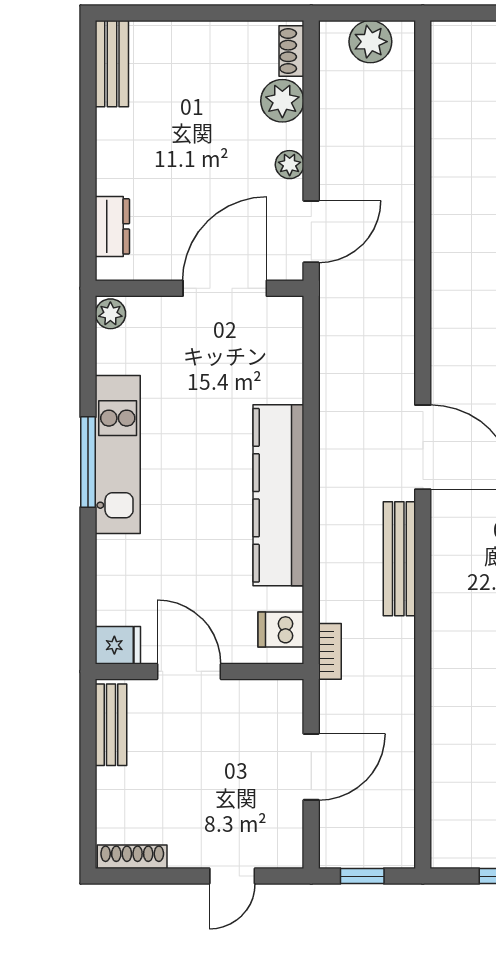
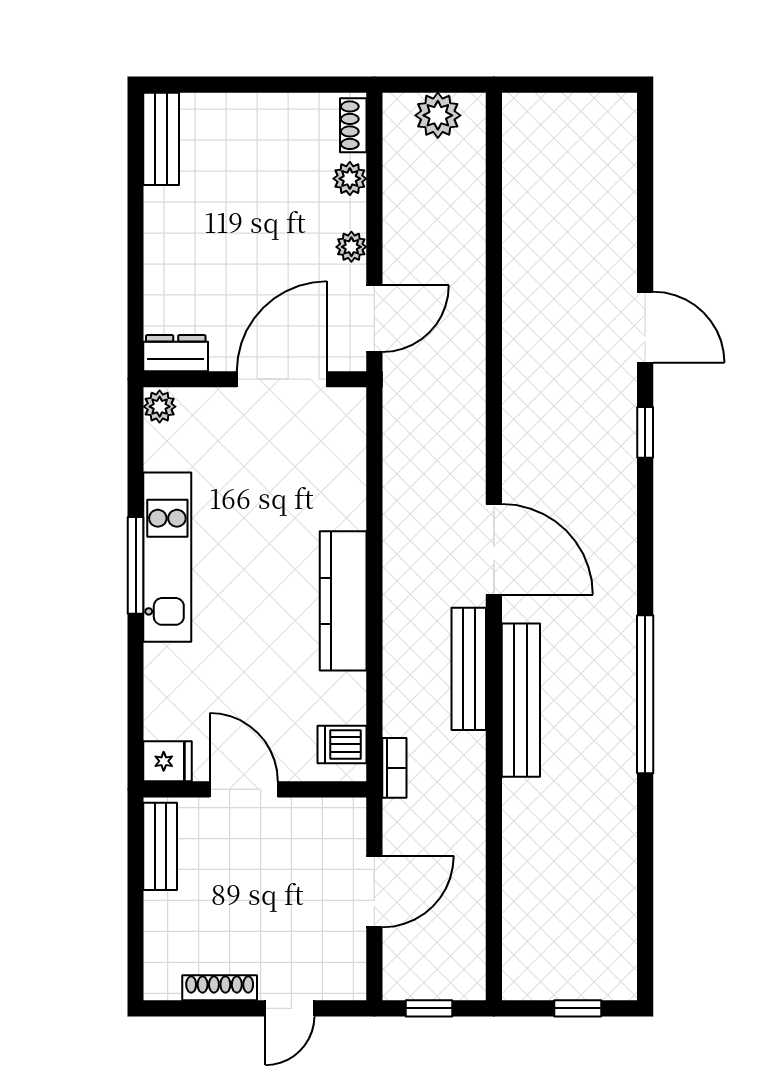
plant: (282, 101) -> (350, 179), width x0.73, depth x0.73
dresser: (112, 226) -> (176, 353), moved, turned -90
kitchen counter: (278, 495) -> (343, 601), width x0.72, depth x0.86
bench: (448, 588) -> (521, 700), added
shoe rack: (132, 857) -> (220, 988), moved

